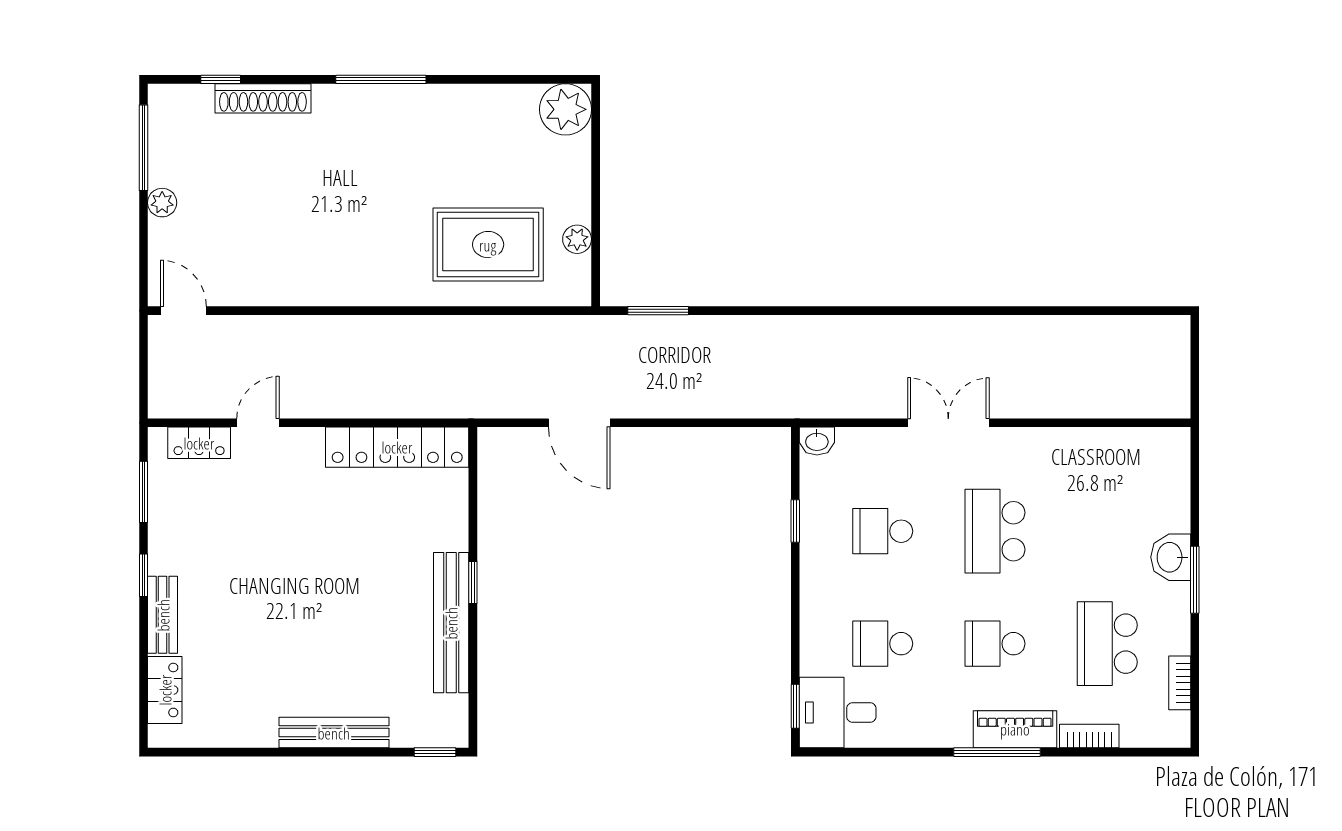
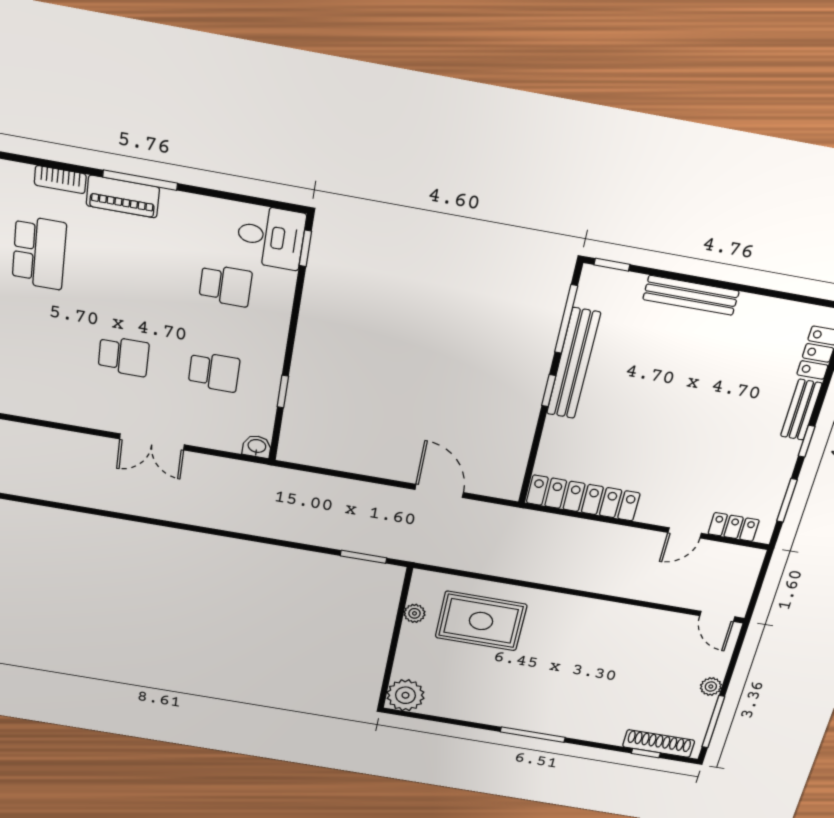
shoe rack: (263, 98) -> (659, 744), moved
school desk: (995, 531) -> (124, 356), width x0.54
school desk: (995, 644) -> (133, 269), removed
window: (473, 676) -> (566, 319), added

